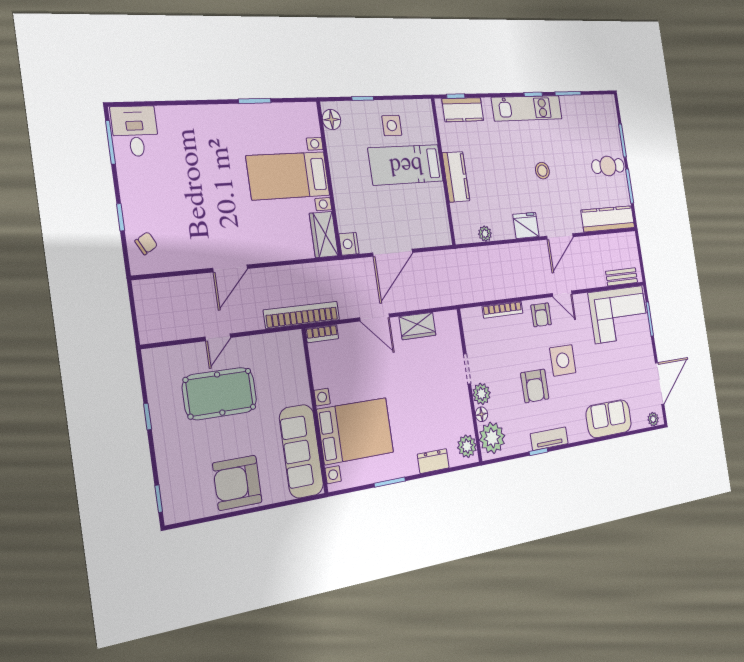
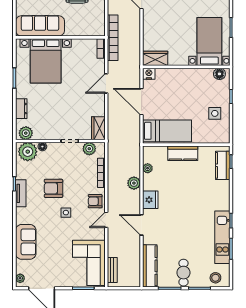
kitchen unit: (527, 108) -> (222, 237), moved
bed: (406, 165) -> (167, 131), moved, turned 90
stool: (542, 171) -> (215, 278), moved
bed with nightstands: (288, 176) -> (209, 41), moved
plant: (508, 254) -> (134, 183), added
wardrobe: (418, 326) -> (98, 128), moved
side table: (563, 360) -> (66, 213), width x0.54, depth x0.54
plant: (482, 394) -> (89, 149), moved

